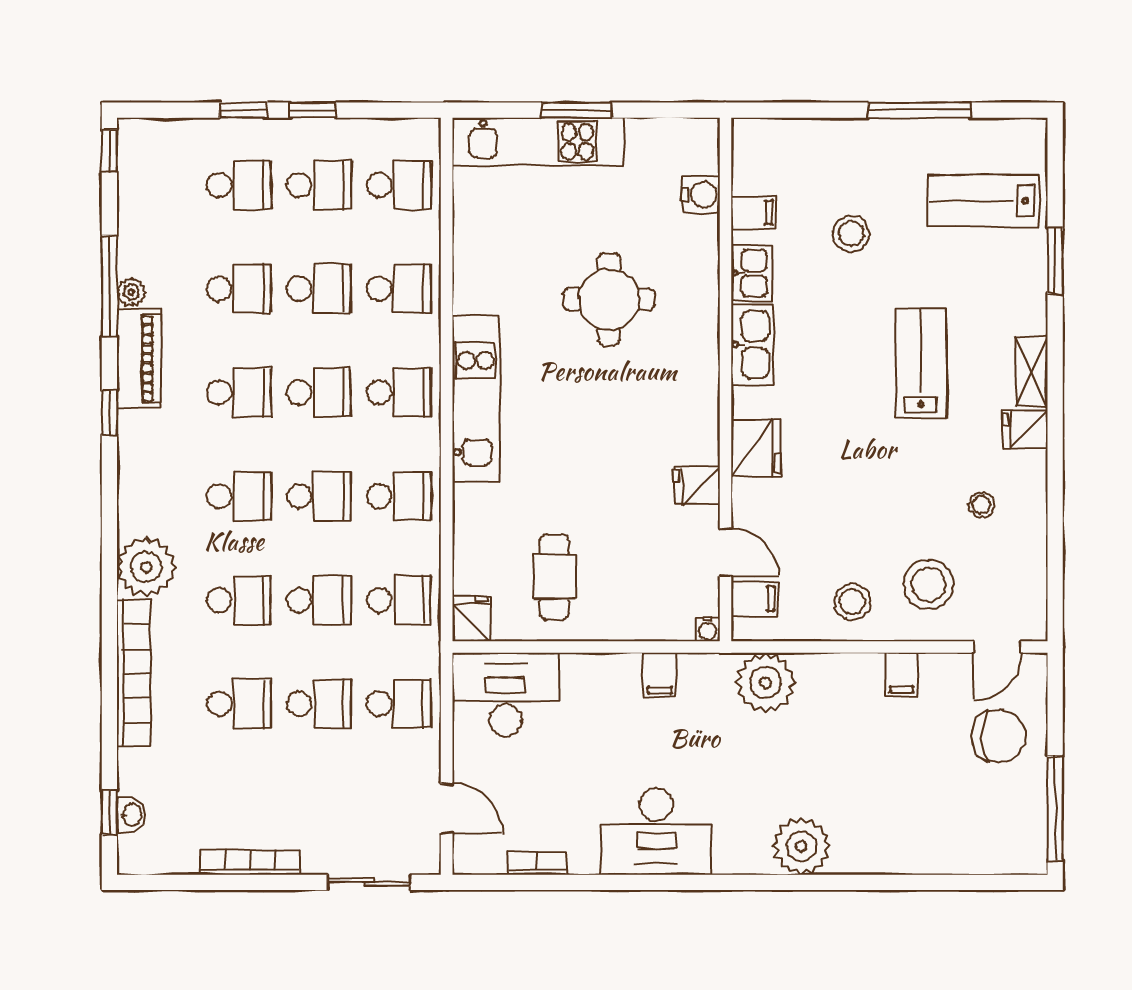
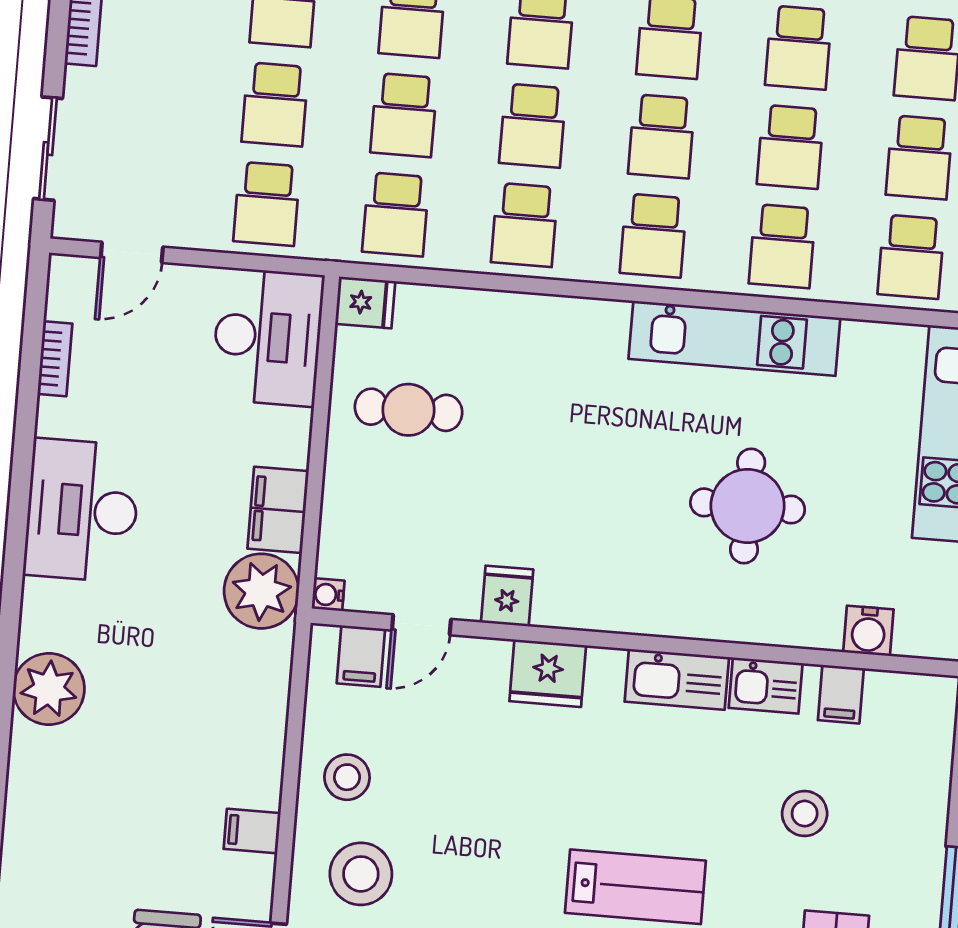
kitchen unit: (476, 399) -> (734, 338), moved
filing cabinet: (660, 675) -> (278, 510), width x2.00
plant: (765, 683) -> (261, 591), moved

